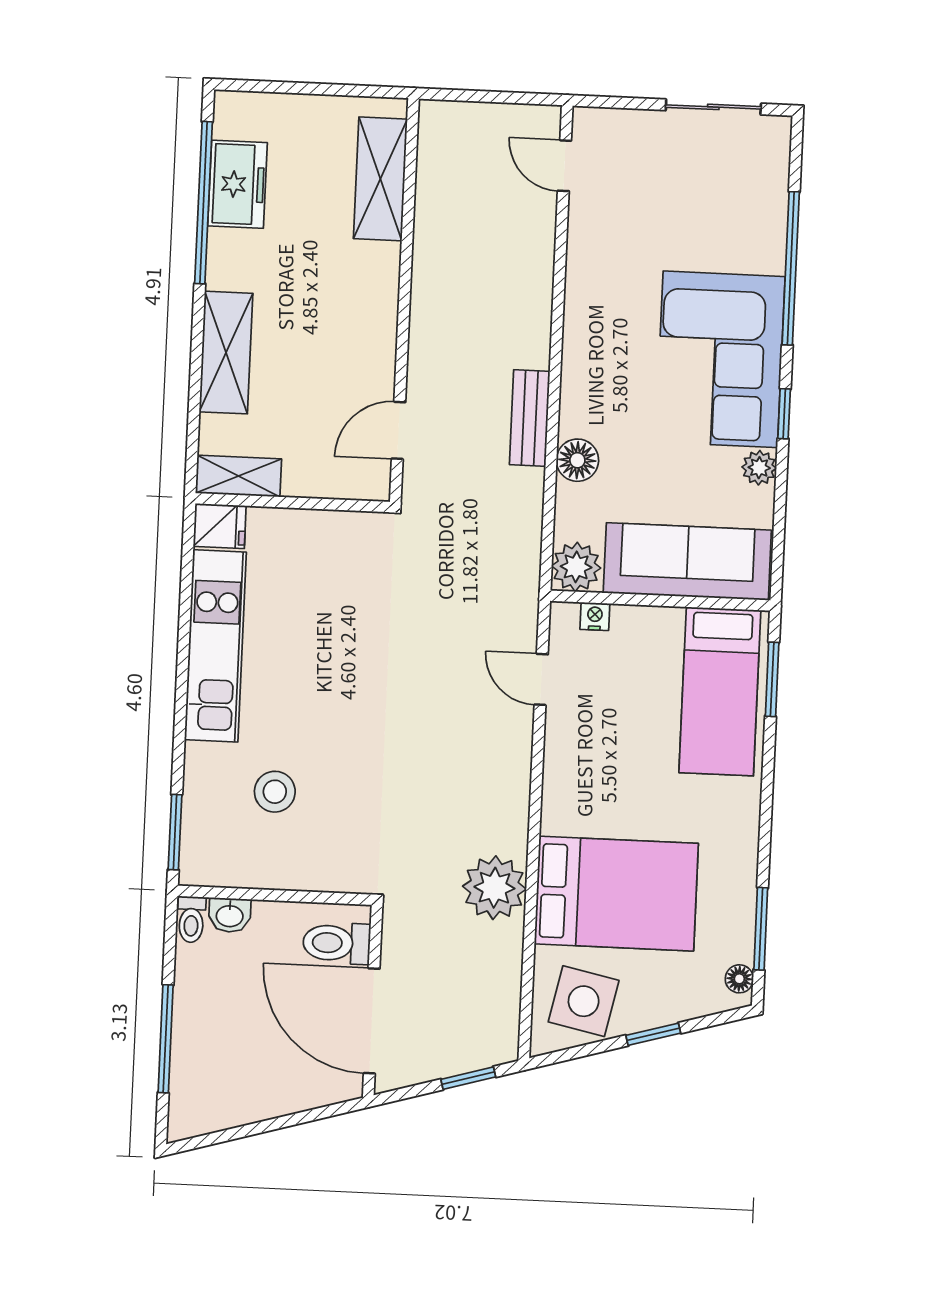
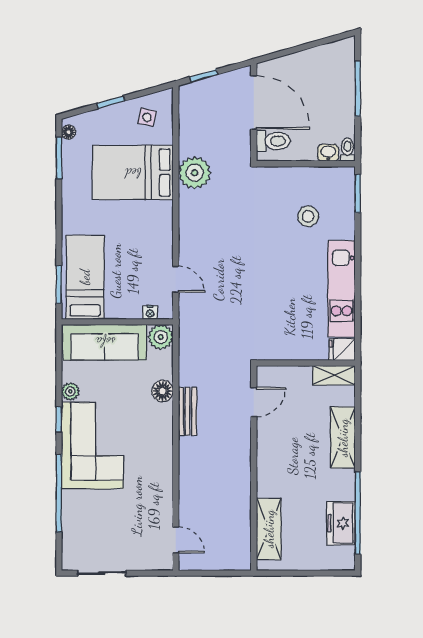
side table: (584, 1001) -> (147, 117), width x0.54, depth x0.54

